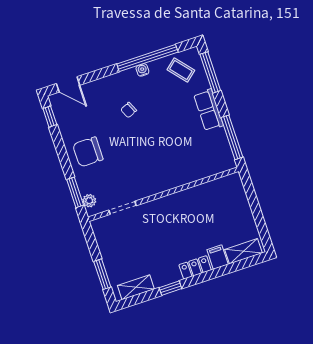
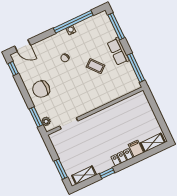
coffee table: (181, 70) -> (96, 66), moved

